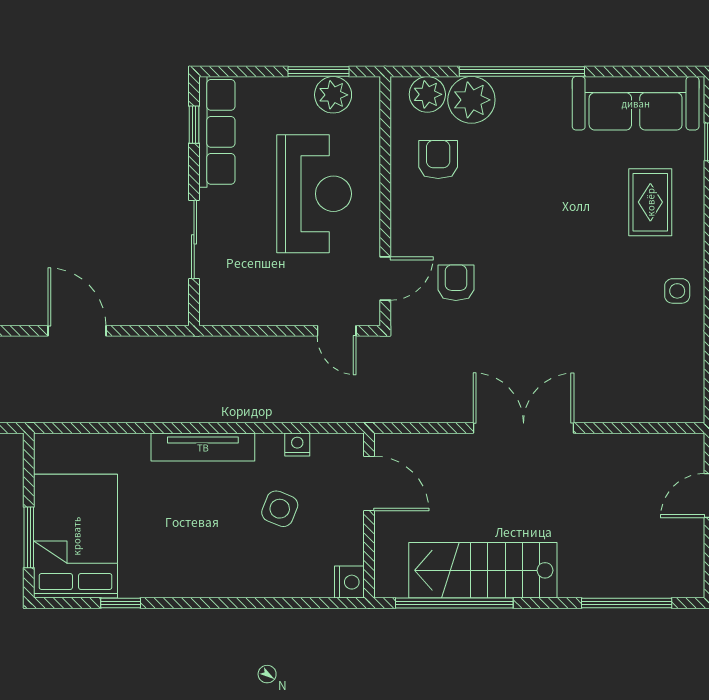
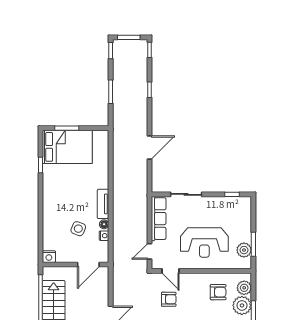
row of seats: (217, 132) -> (159, 219), moved, turned -90
floor lamp: (269, 444) -> (104, 224), added
tv unit: (203, 447) -> (103, 204), width x0.71

